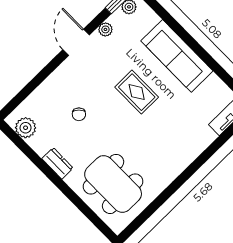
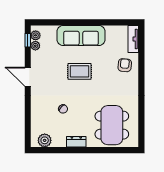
plant: (105, 29) -> (35, 46), moved
armchair: (191, 134) -> (125, 65), added
dining table: (113, 184) -> (112, 125), turned 90

